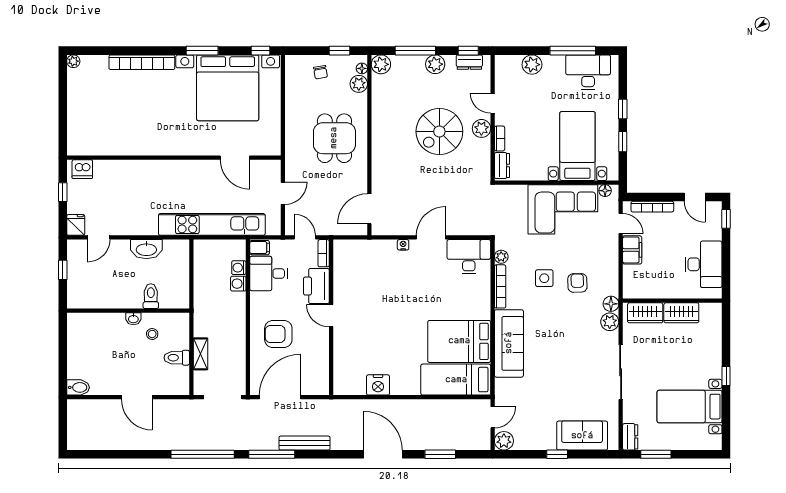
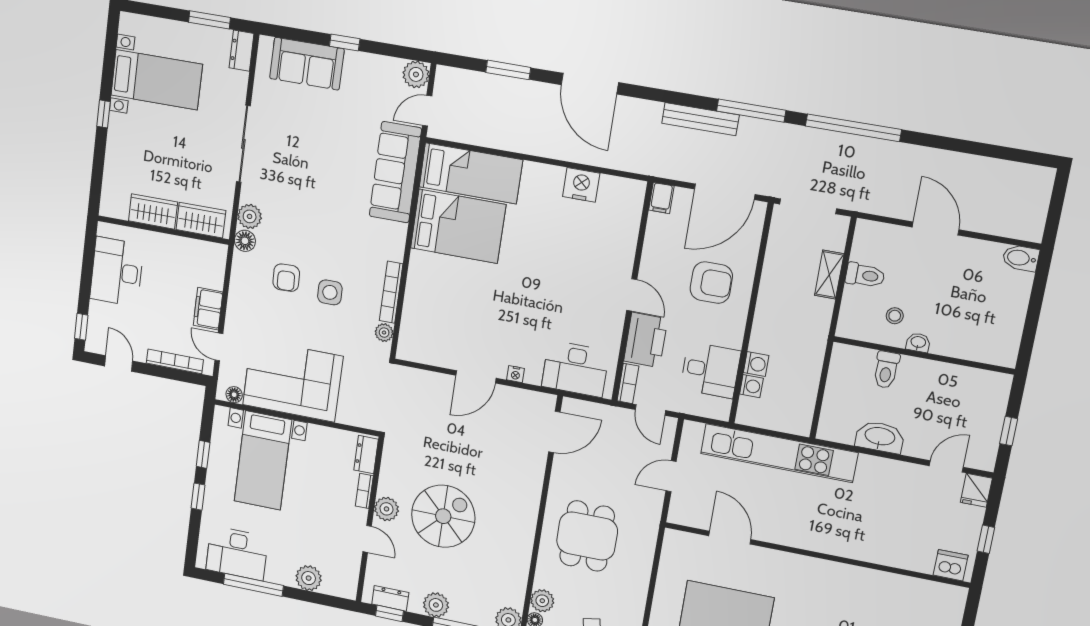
filing cabinet: (260, 248) -> (661, 198), moved, turned -90
desk: (469, 257) -> (575, 369), moved
sofa: (509, 343) -> (395, 172), moved

